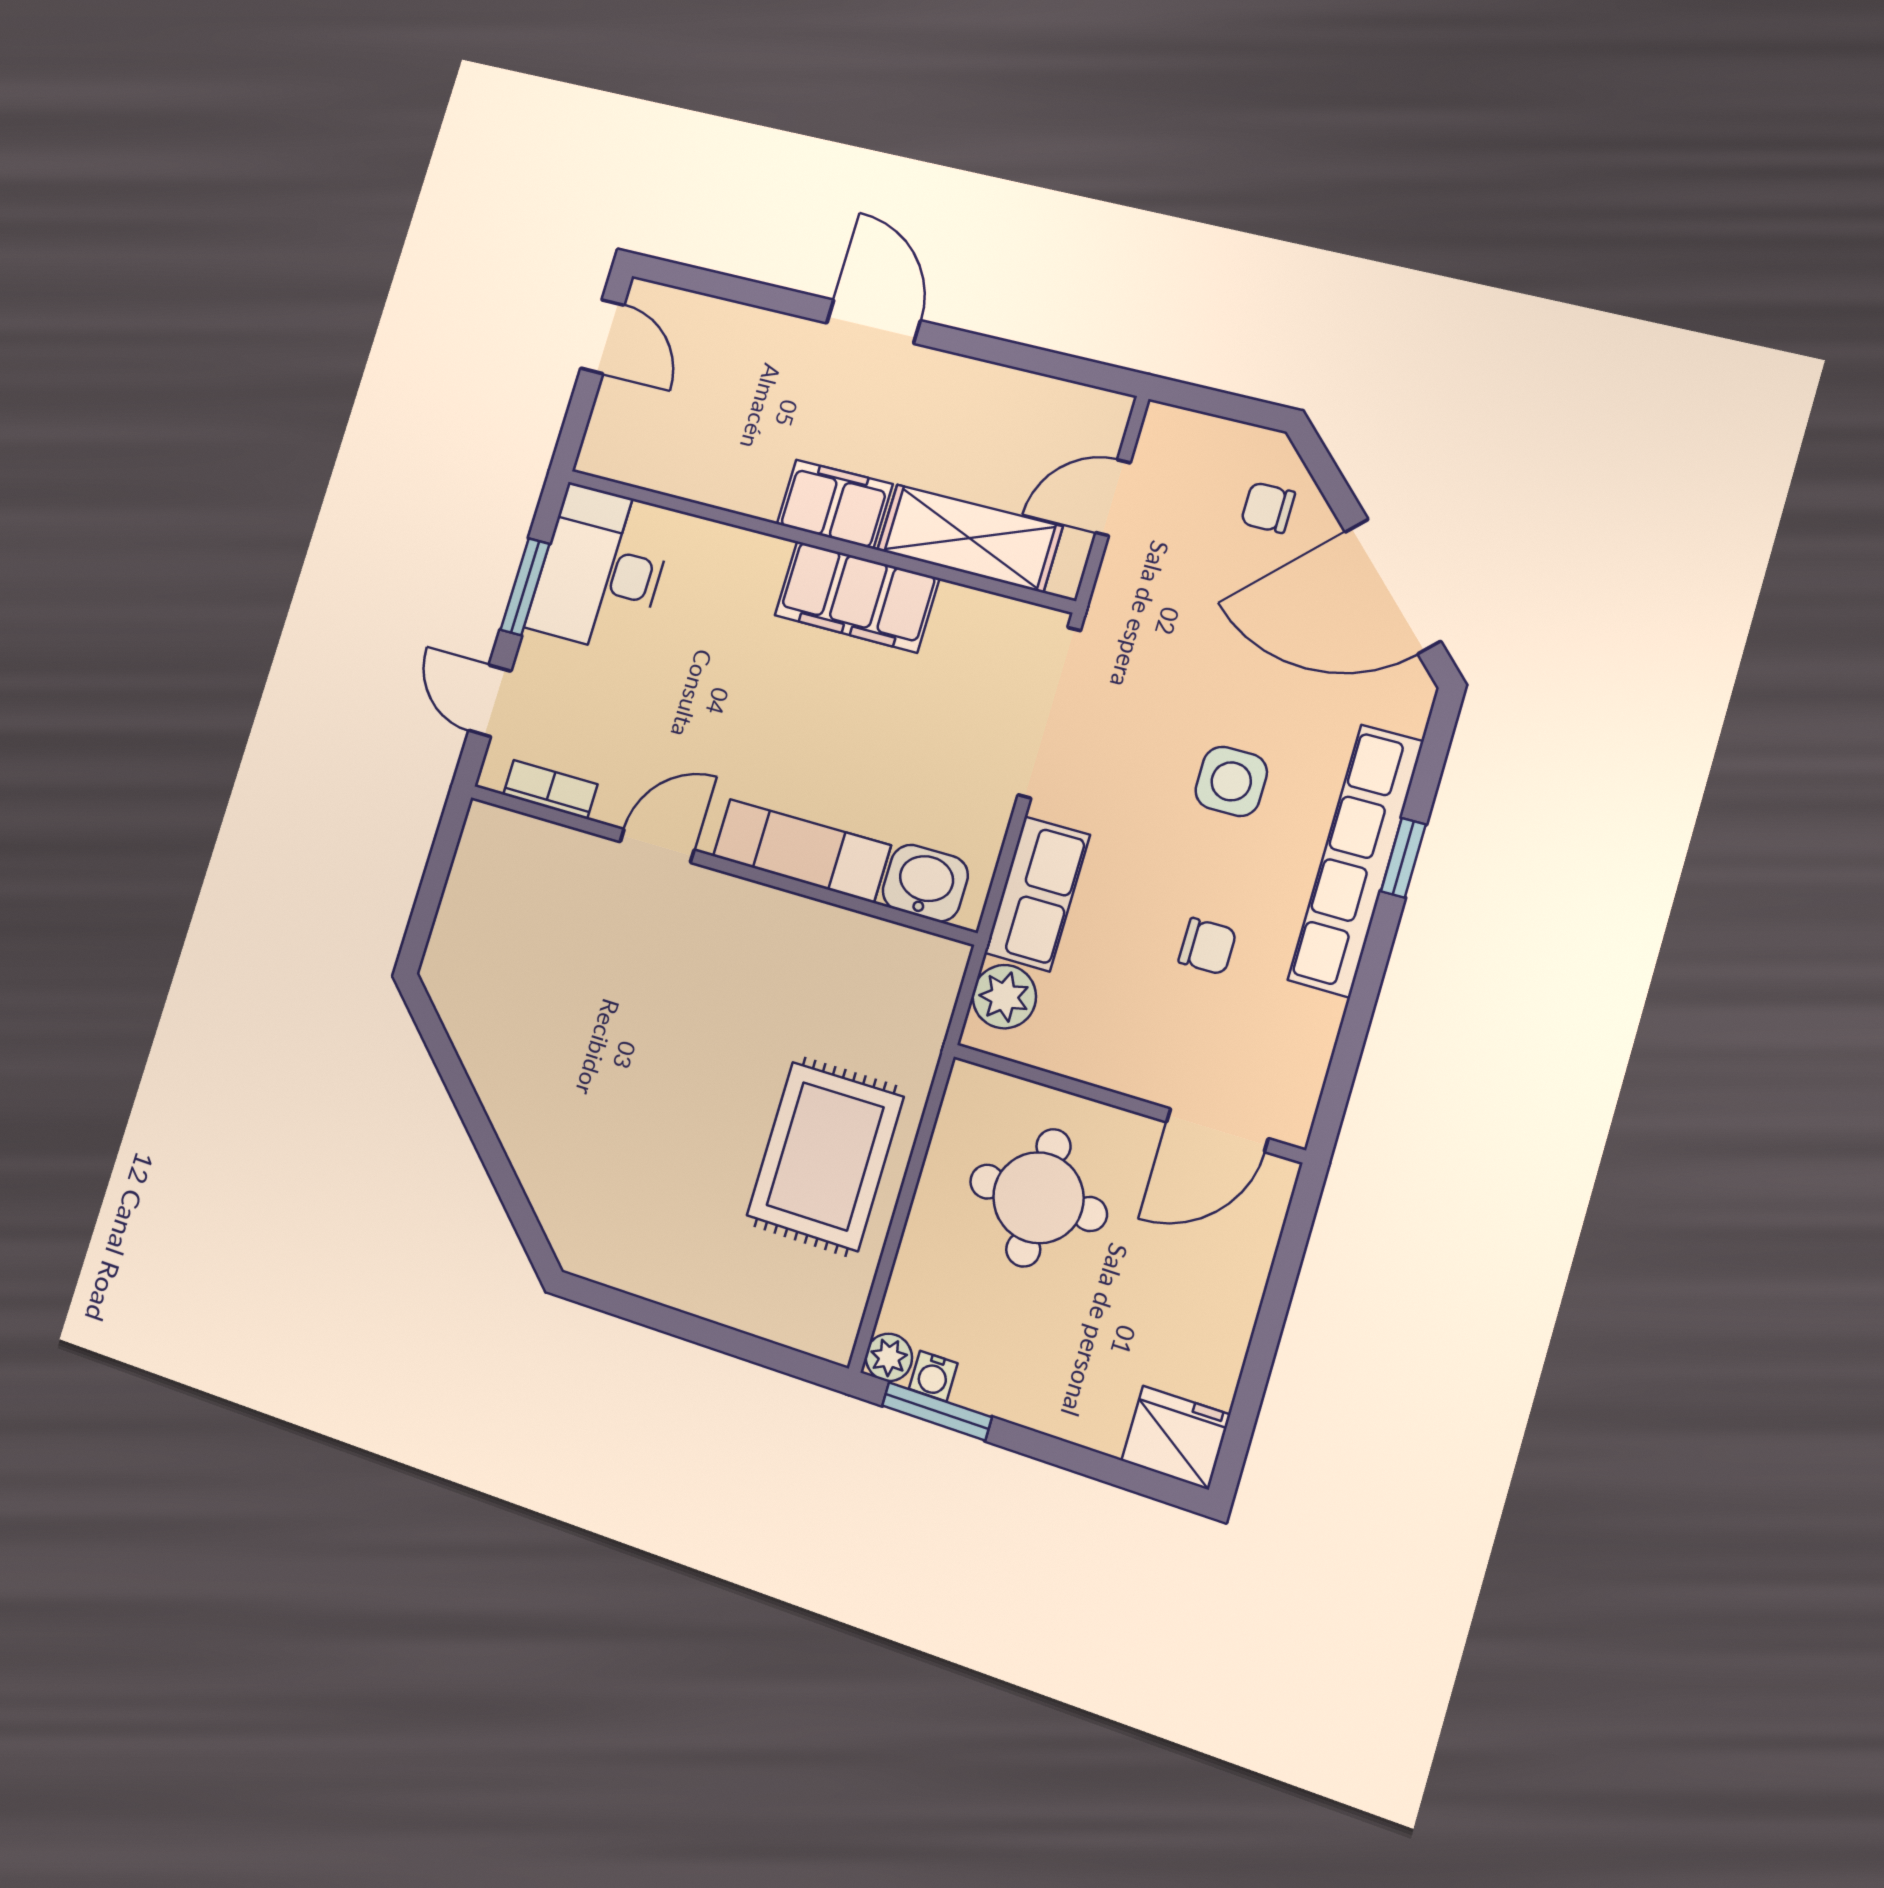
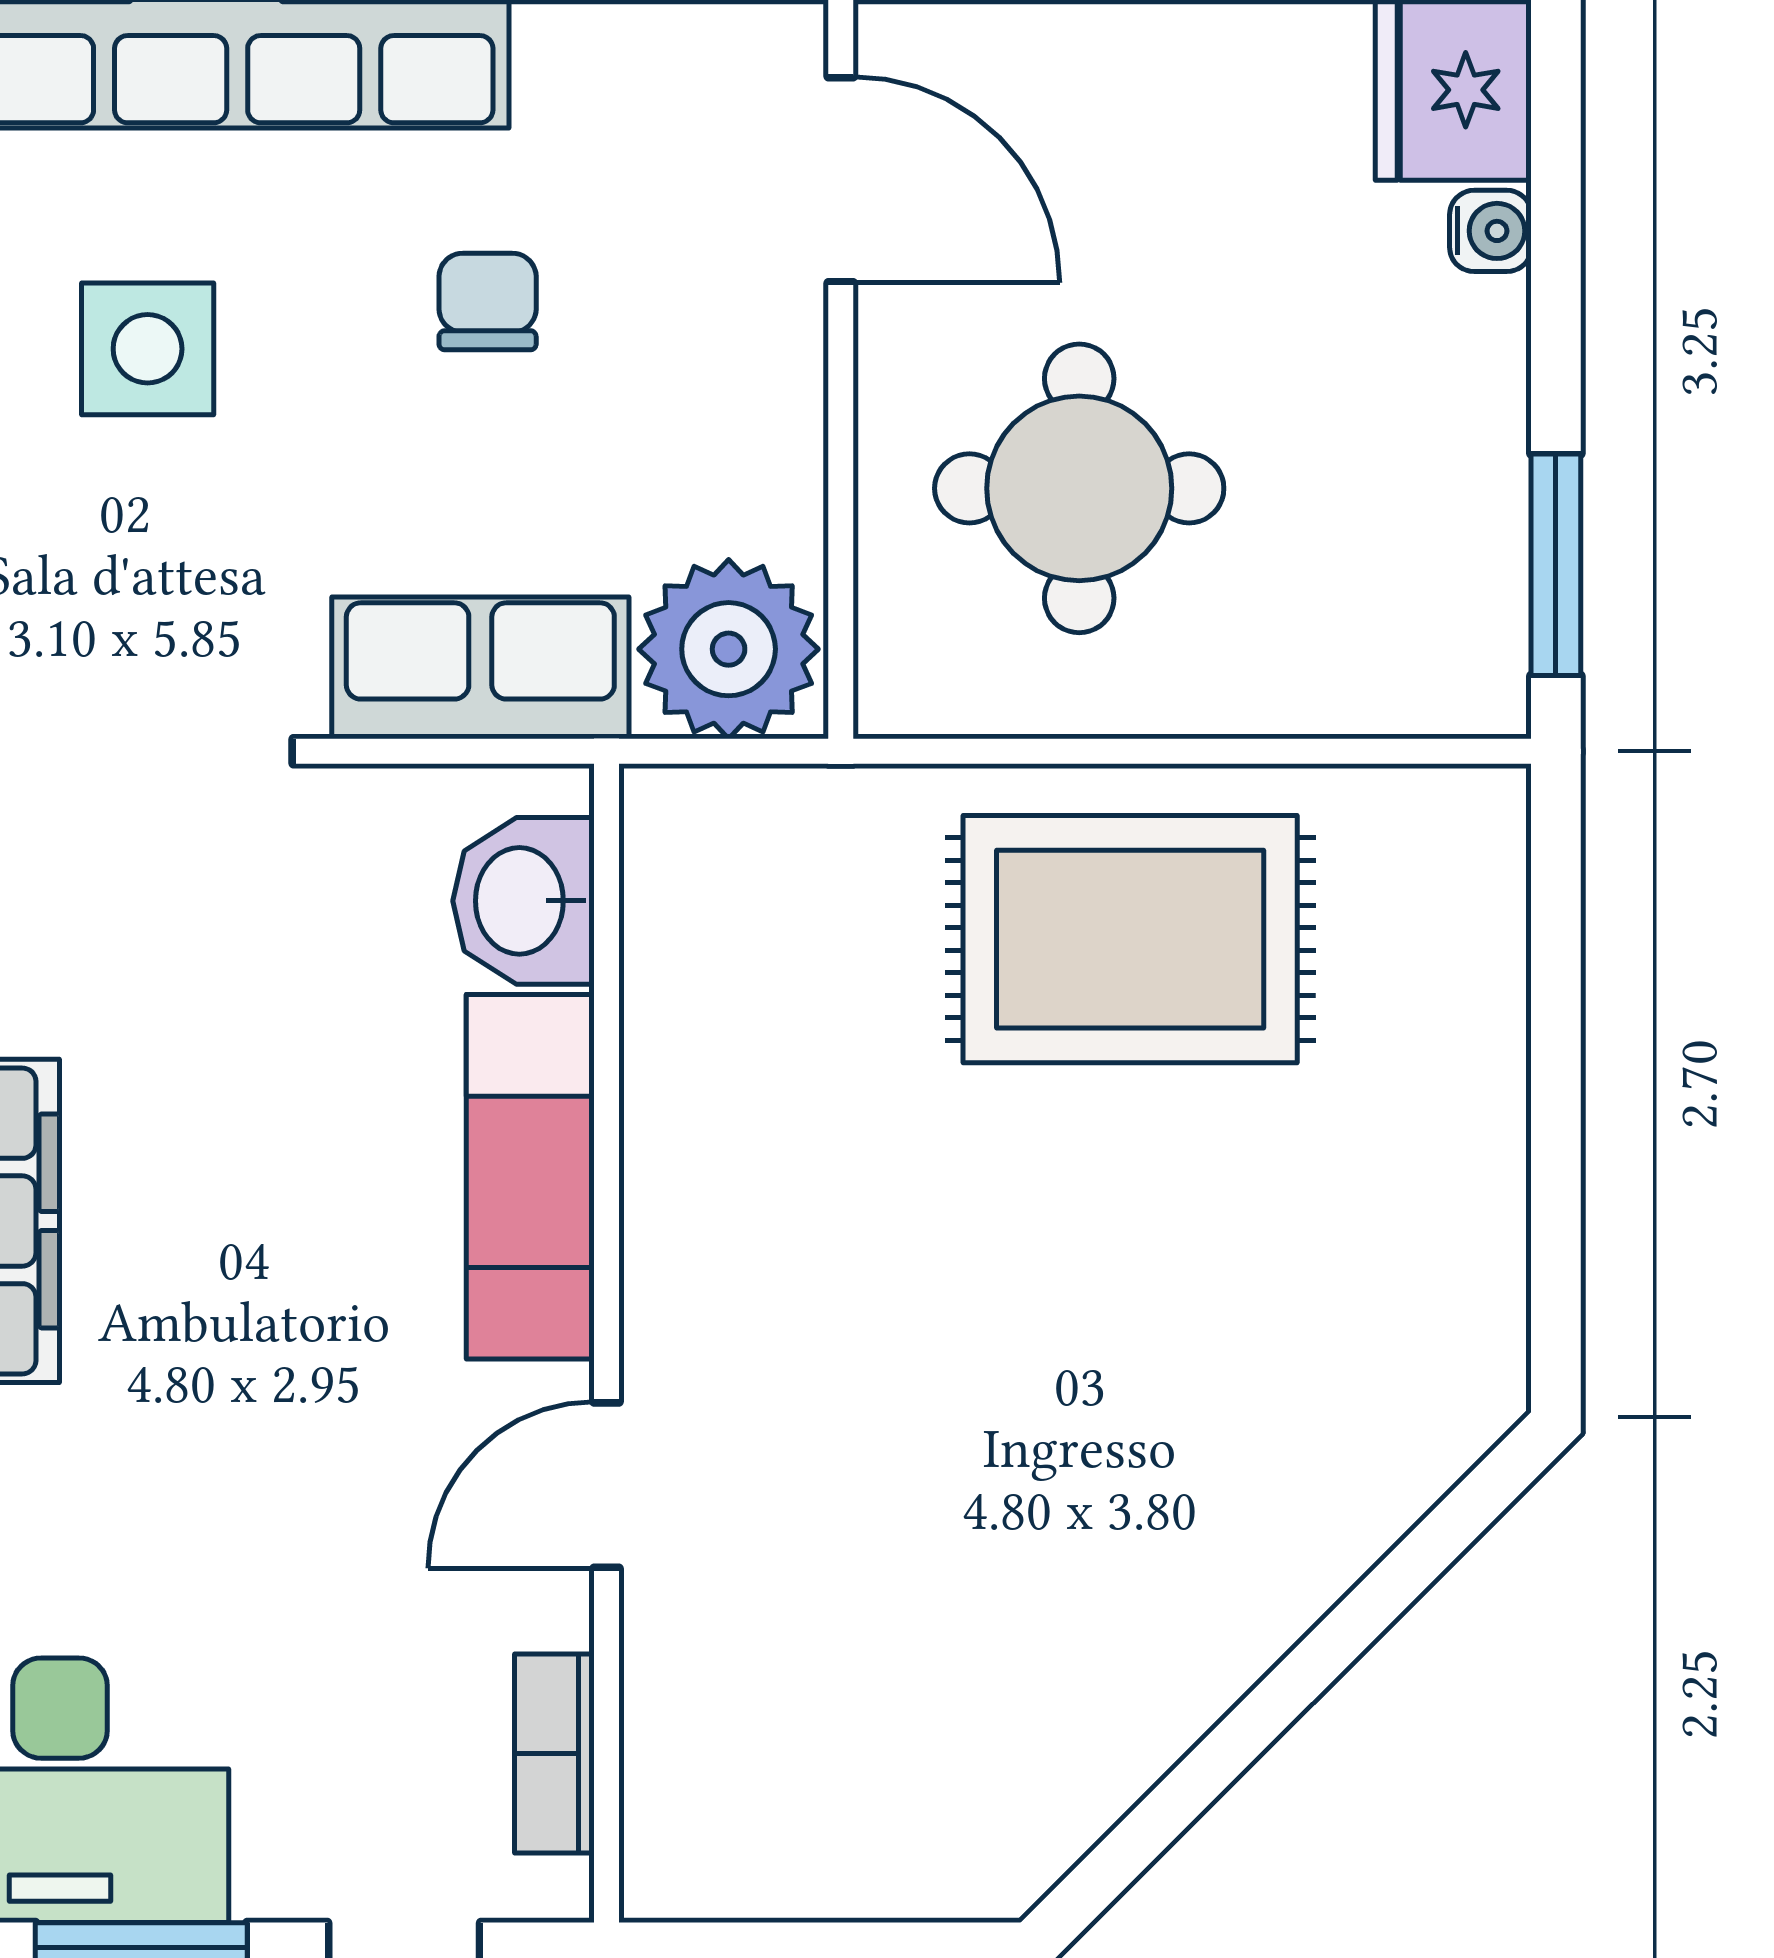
door: (657, 846) -> (607, 1485), hinge flipped
plant: (1004, 997) -> (729, 649), width x1.36, depth x1.36
plant: (889, 1357) -> (1483, 691), removed
water cooler: (933, 1376) -> (1490, 231), moved

